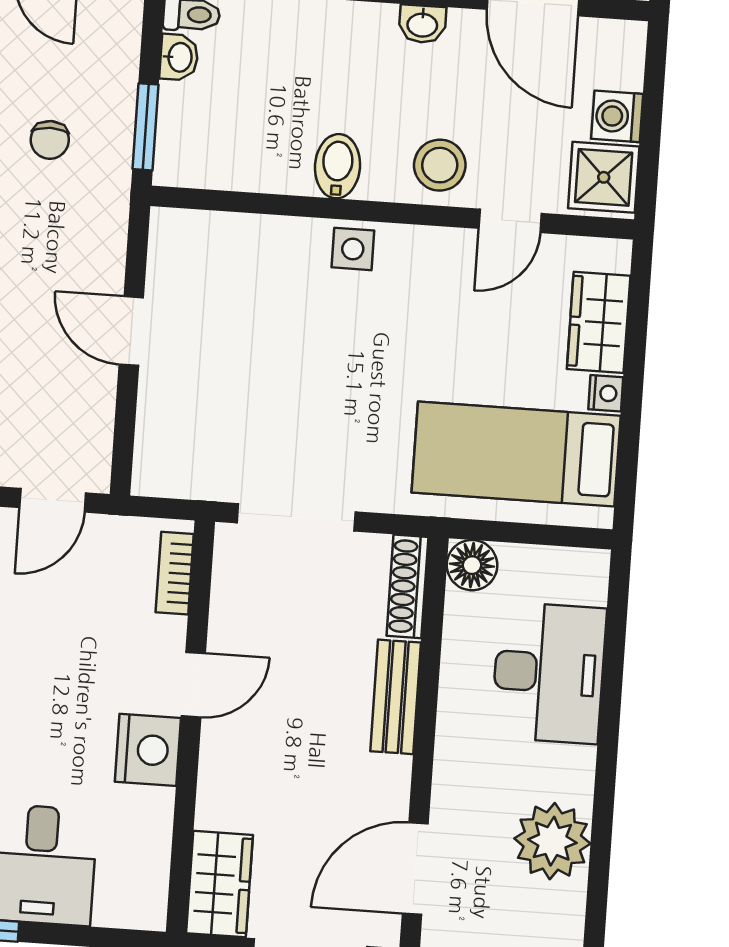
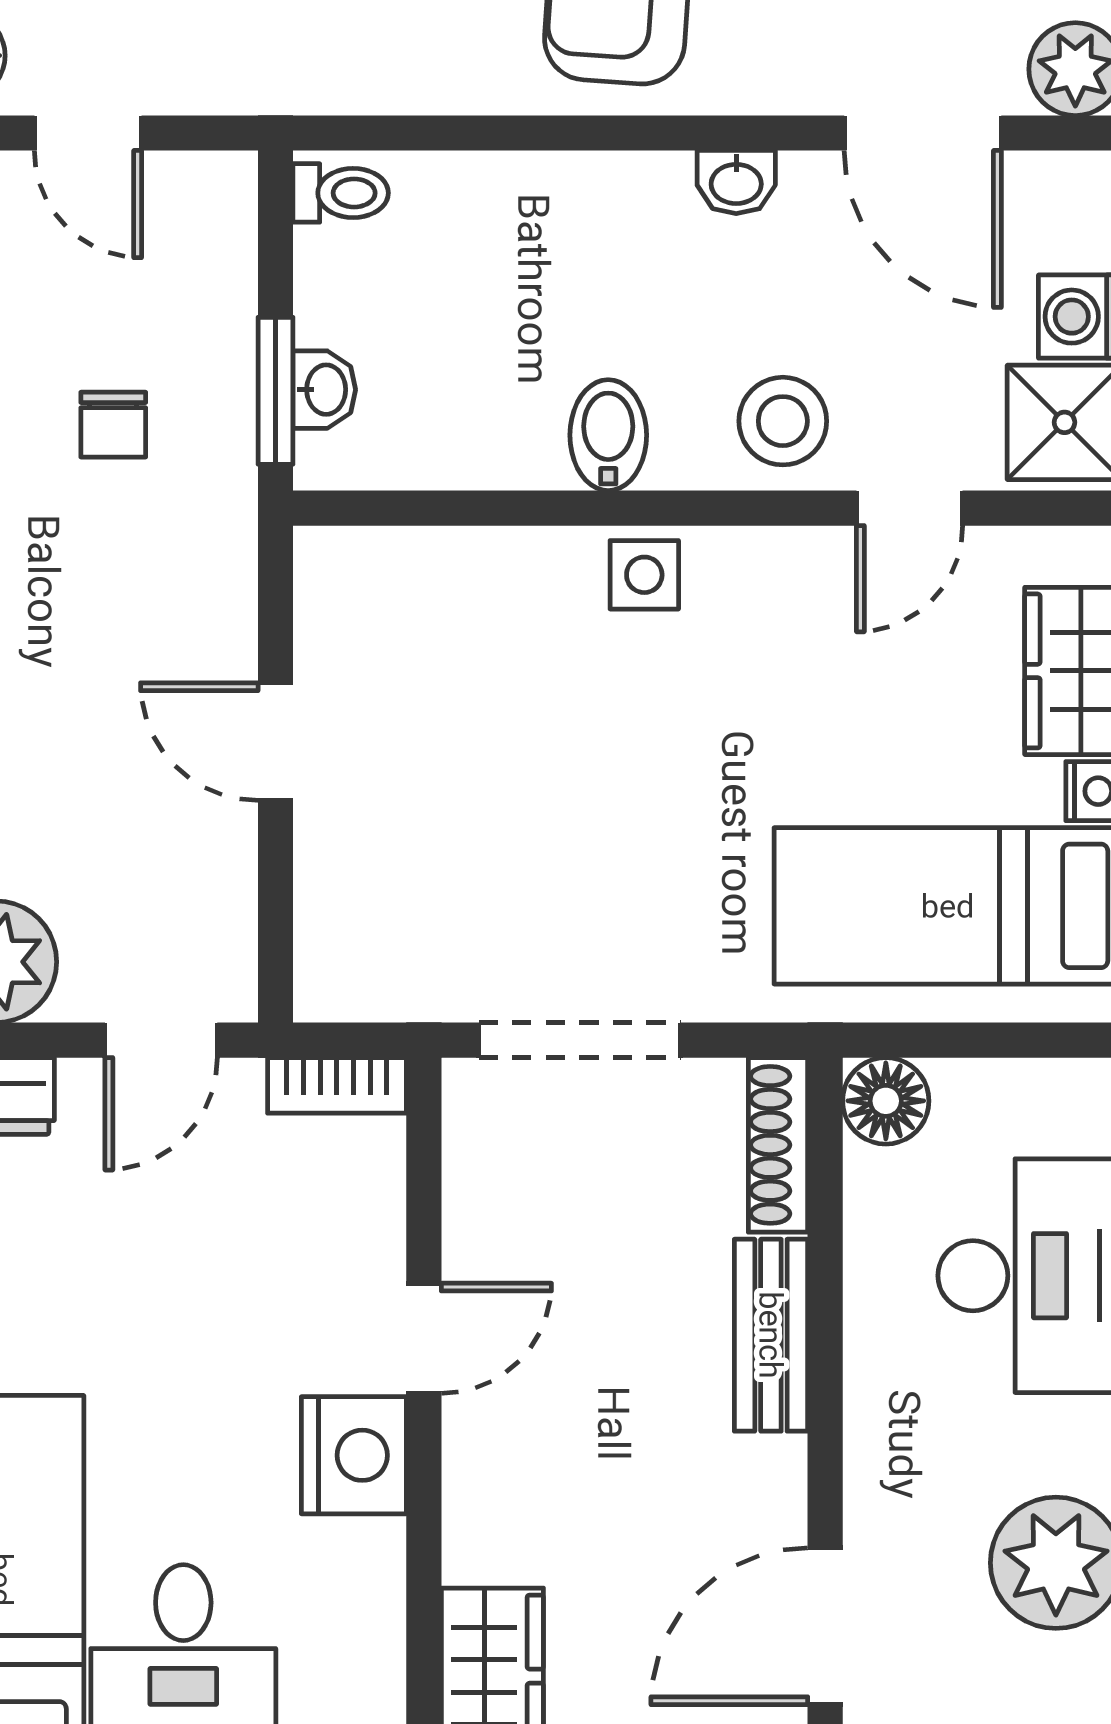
washbasin: (179, 57) -> (324, 390), moved
bookcase: (175, 573) -> (337, 1085), moved, turned -90

